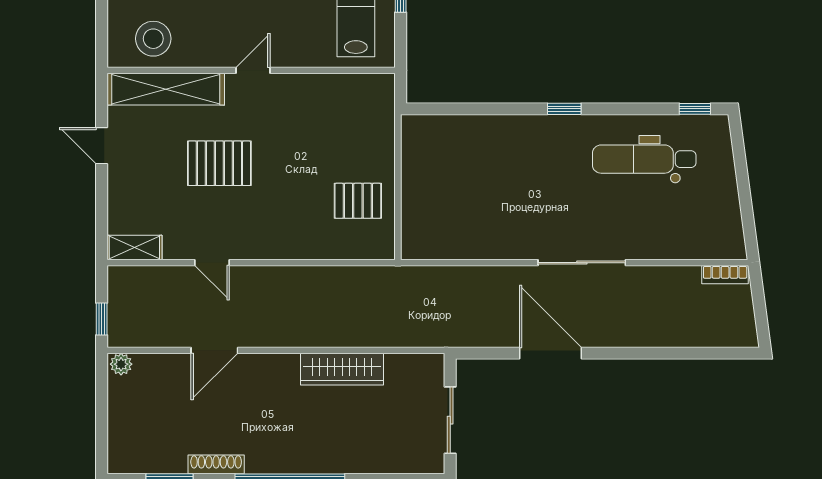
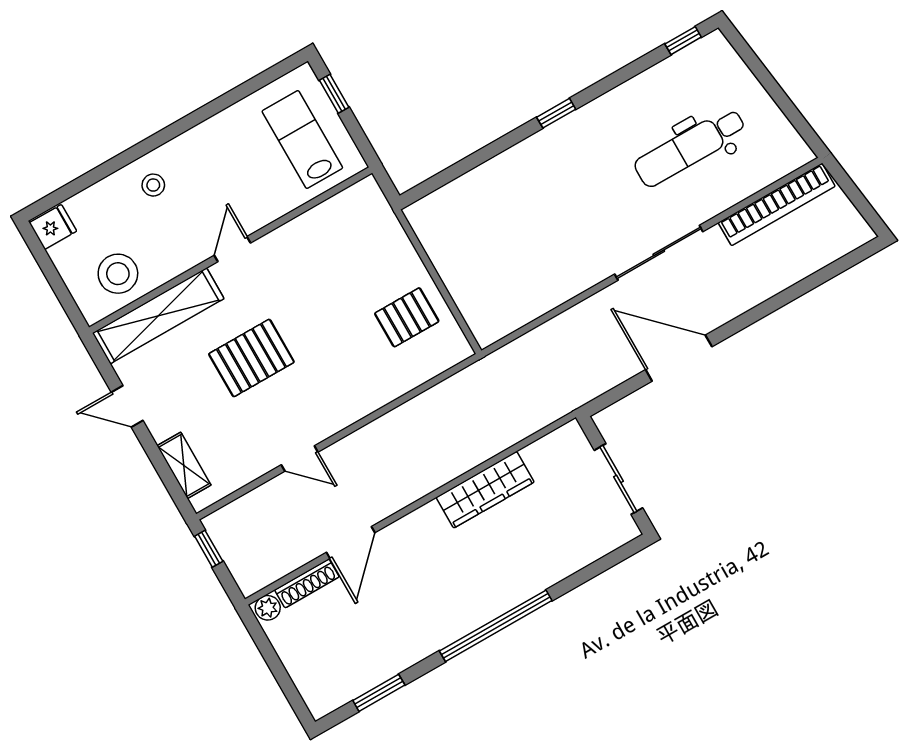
dental chair: (644, 159) -> (690, 147), moved
shelving: (134, 247) -> (184, 465), moved, turned 90
bookcase: (725, 275) -> (777, 204), width x2.31, depth x1.31
window: (102, 319) -> (209, 549), moved
shoe rack: (216, 464) -> (307, 583), moved, turned 180

